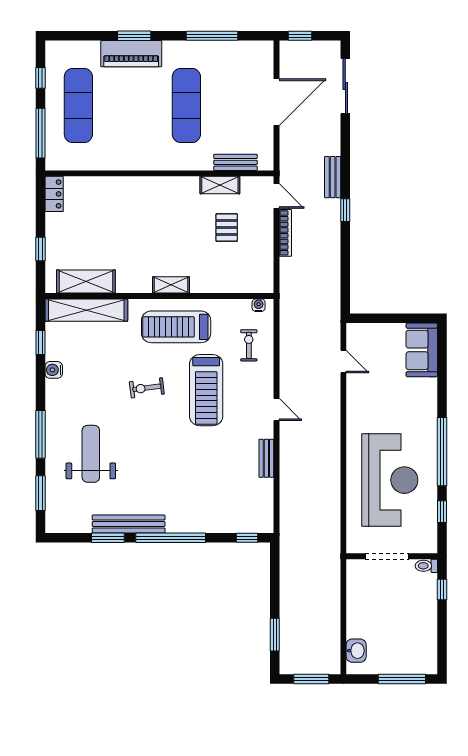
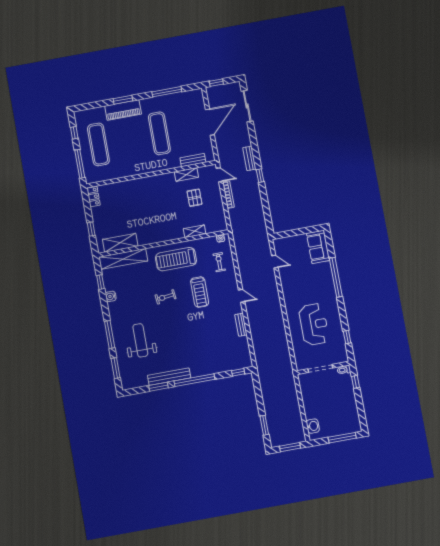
shelving: (171, 285) -> (195, 231), moved
treadmill: (206, 390) -> (200, 292), width x0.73, depth x0.73
window: (442, 452) -> (336, 277), moved
reception desk: (390, 480) -> (314, 324), width x0.74, depth x0.77

